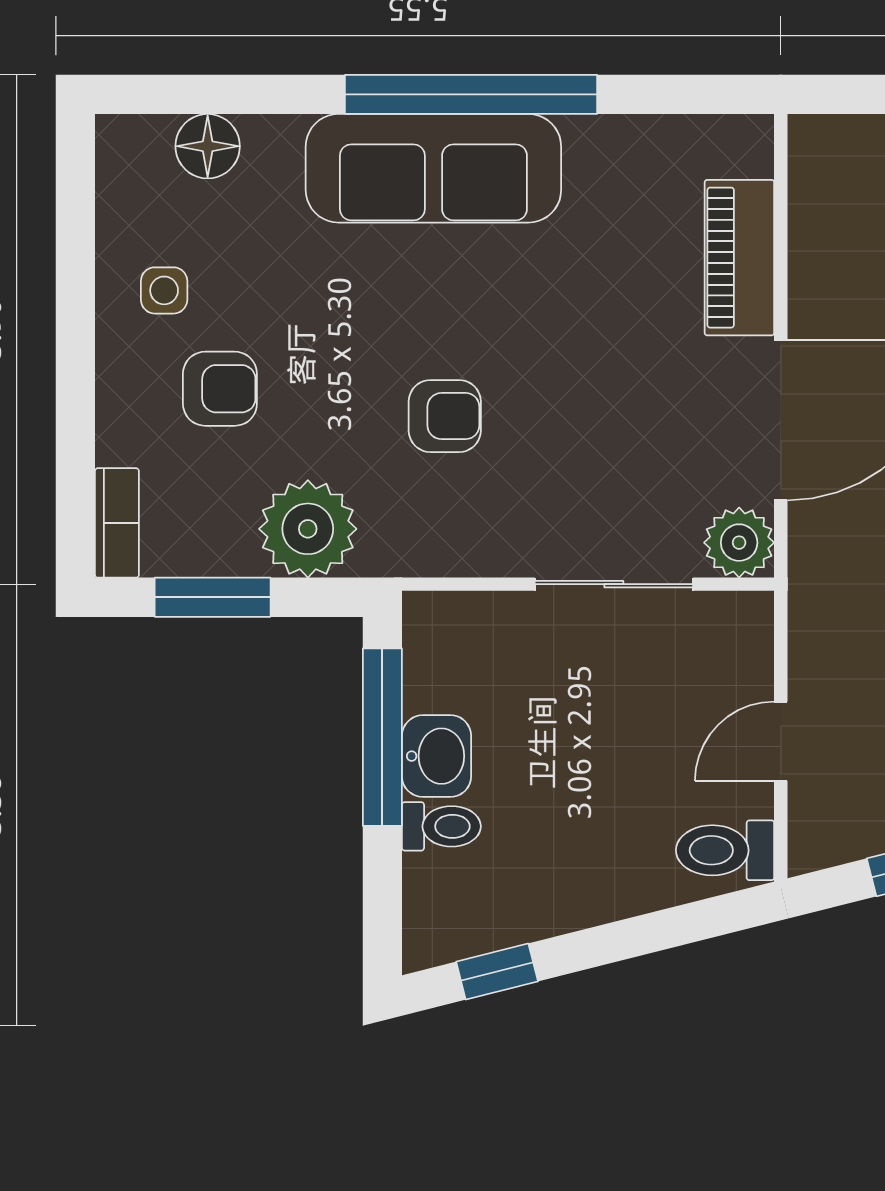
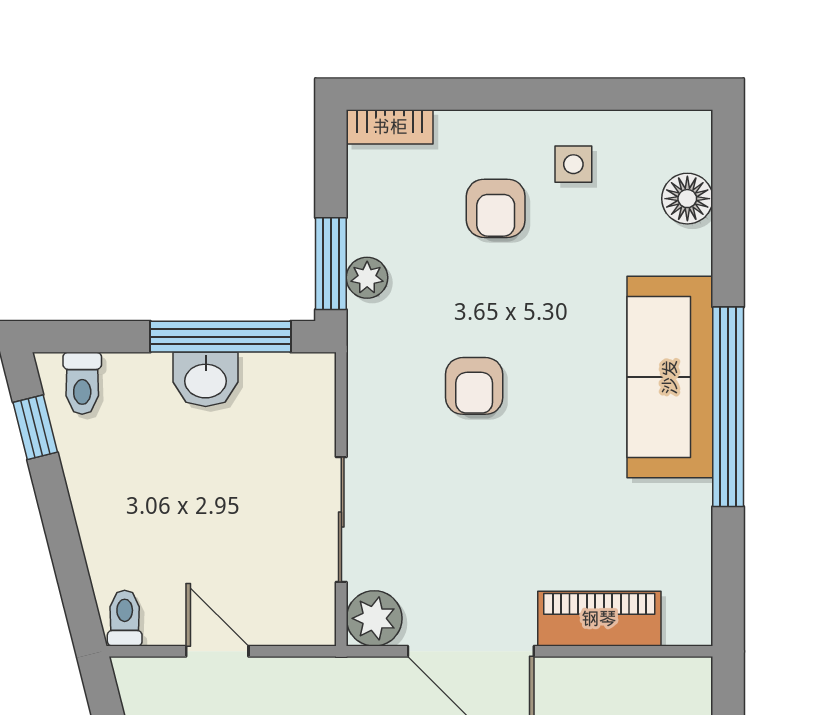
plant: (308, 529) -> (367, 278), width x0.53, depth x0.53
window: (213, 597) -> (331, 264), moved
toilet: (441, 826) -> (82, 383), moved
toilet: (725, 850) -> (125, 618), width x0.73, depth x0.72

